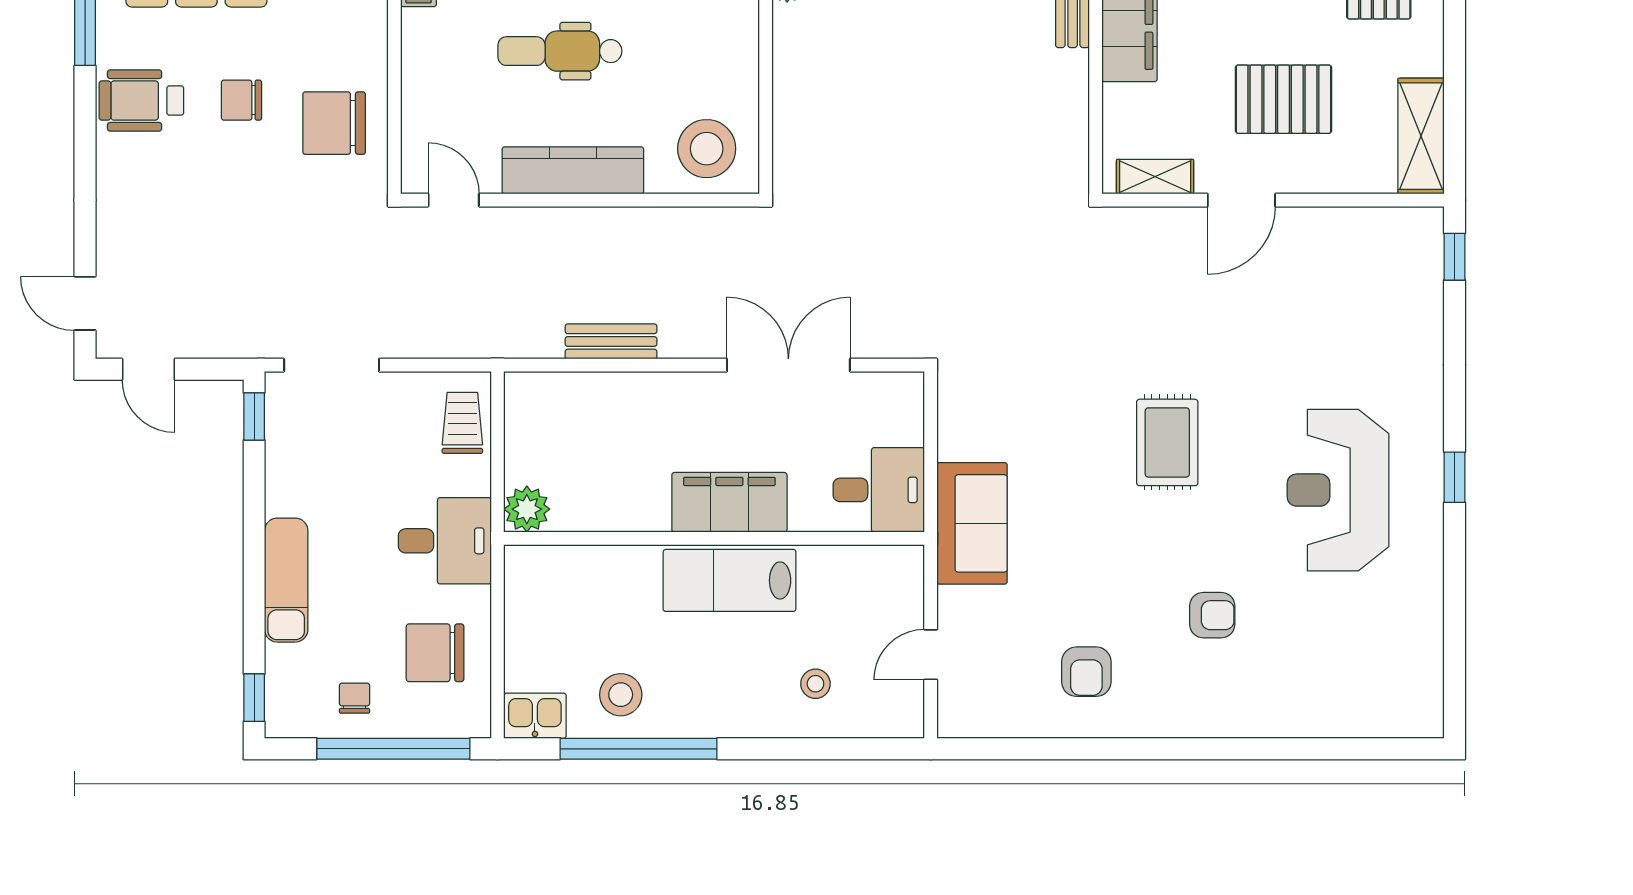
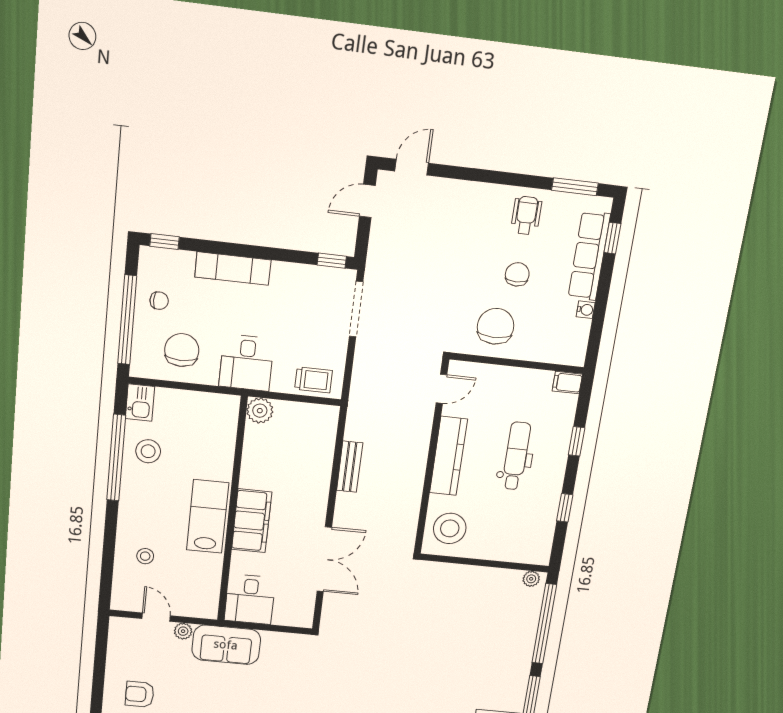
wheelchair: (141, 101) -> (526, 215), width x0.73, depth x0.73
plant: (953, 604) -> (183, 631), added

